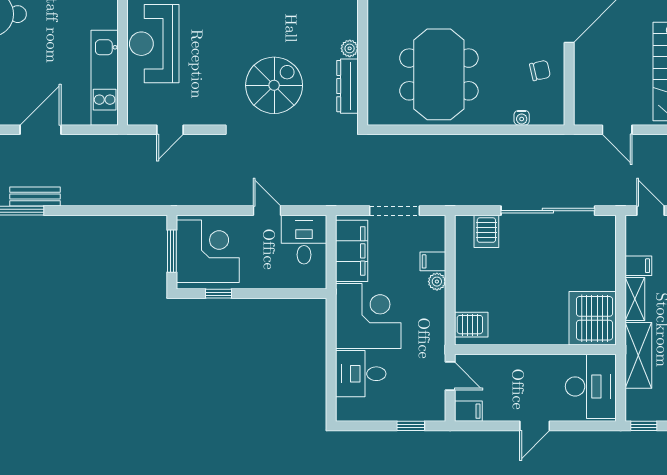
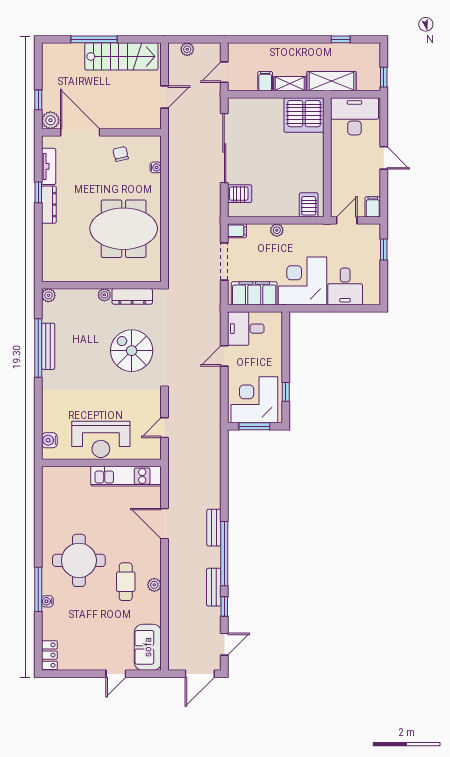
door: (170, 130) -> (165, 428), swing flipped
filing cabinet: (433, 261) -> (237, 231), moved, turned -90

